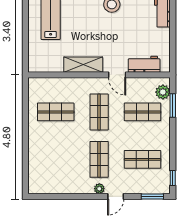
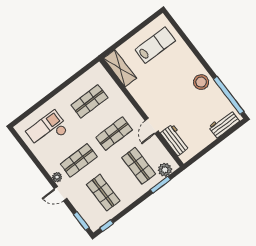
shelving: (83, 65) -> (120, 68), moved
shop shelf: (56, 112) -> (89, 101), turned 90
checkout: (53, 166) -> (48, 130), added

